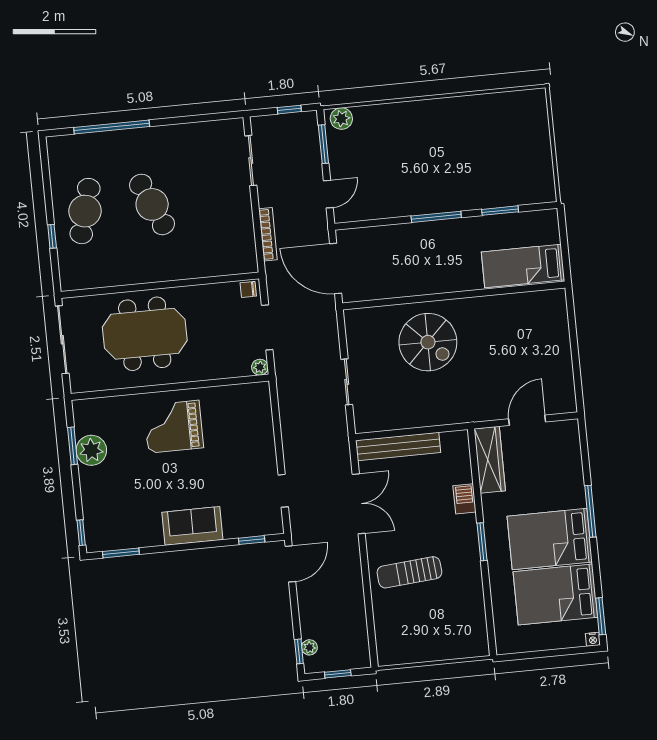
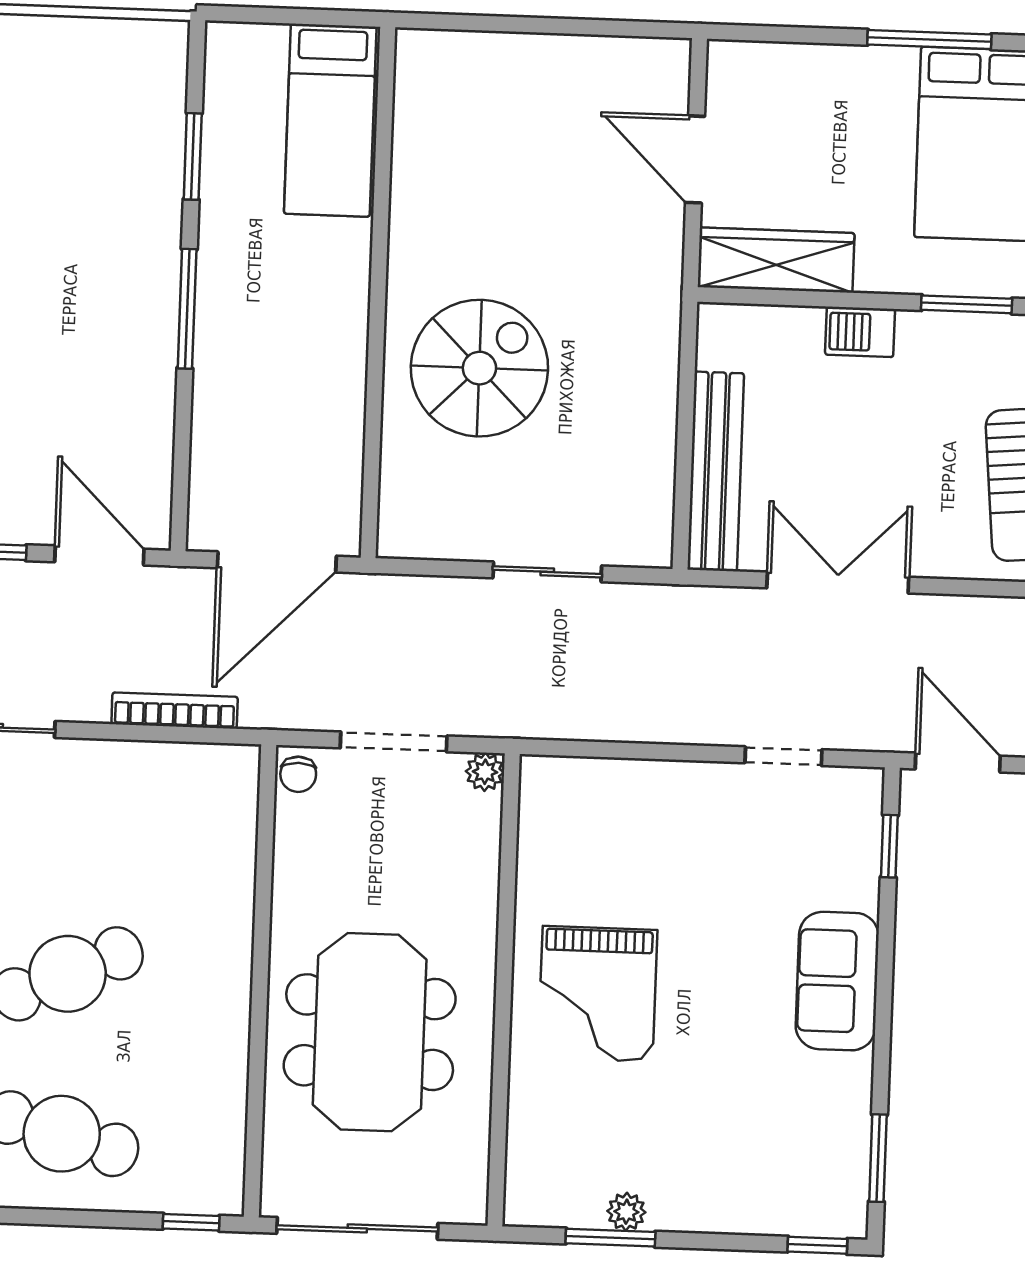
door: (328, 194) -> (99, 555), width x1.38
window: (52, 236) -> (191, 1222), moved
plant: (91, 450) -> (626, 1212), width x0.53, depth x0.53

